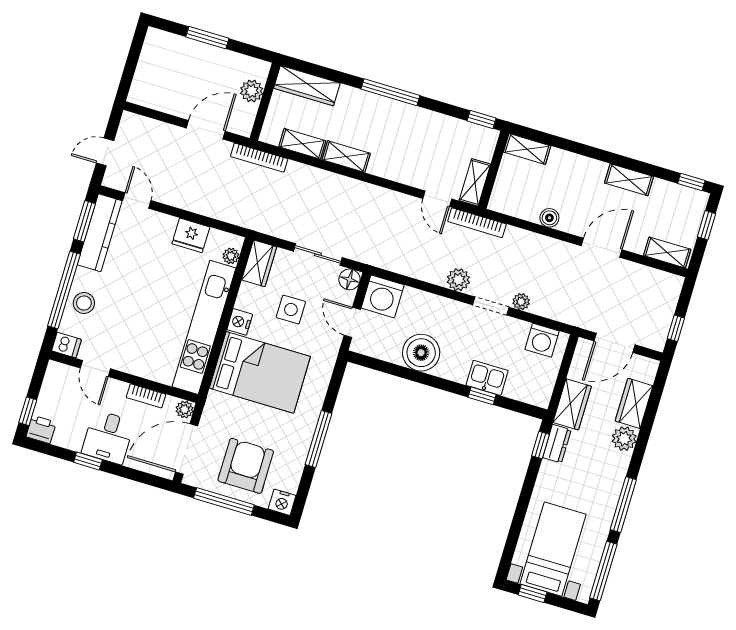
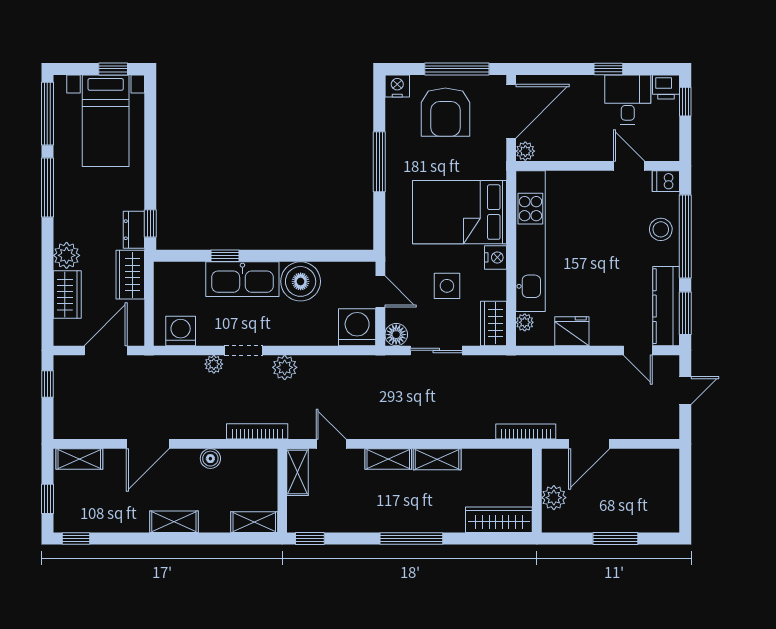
shelving: (302, 144) -> (388, 459), moved
shelving: (629, 180) -> (174, 522), moved
bookcase: (477, 223) -> (257, 431), moved
kitchen sink: (487, 378) -> (242, 279), width x1.88, depth x1.24
bookcase: (146, 396) -> (569, 153), removed
desk: (108, 437) -> (628, 100), moved

